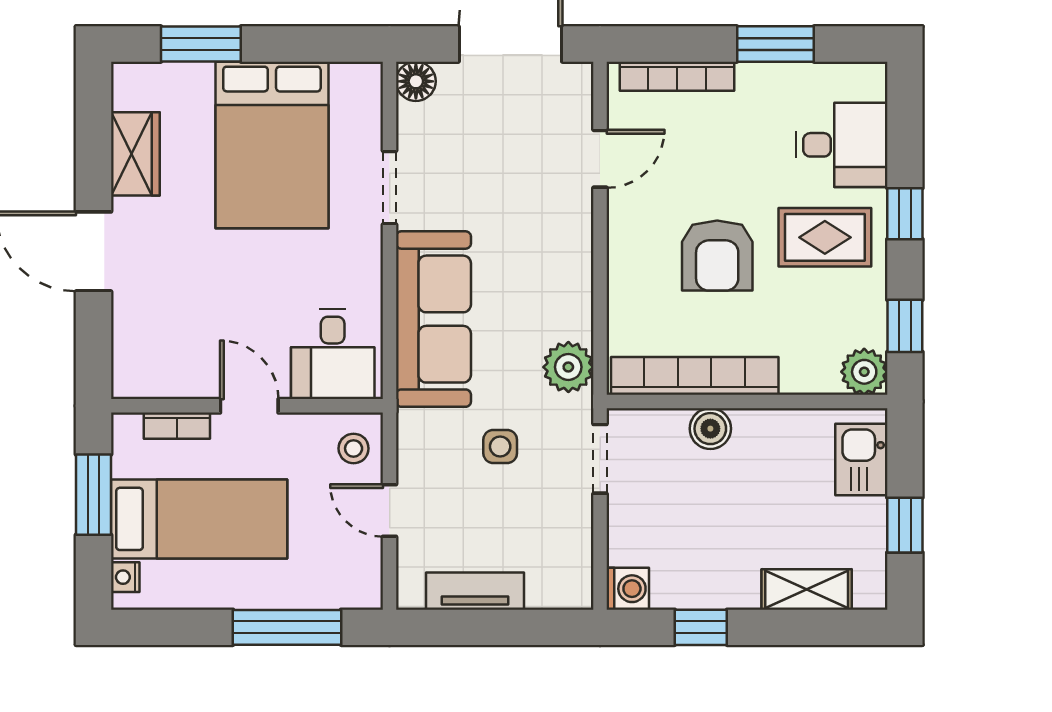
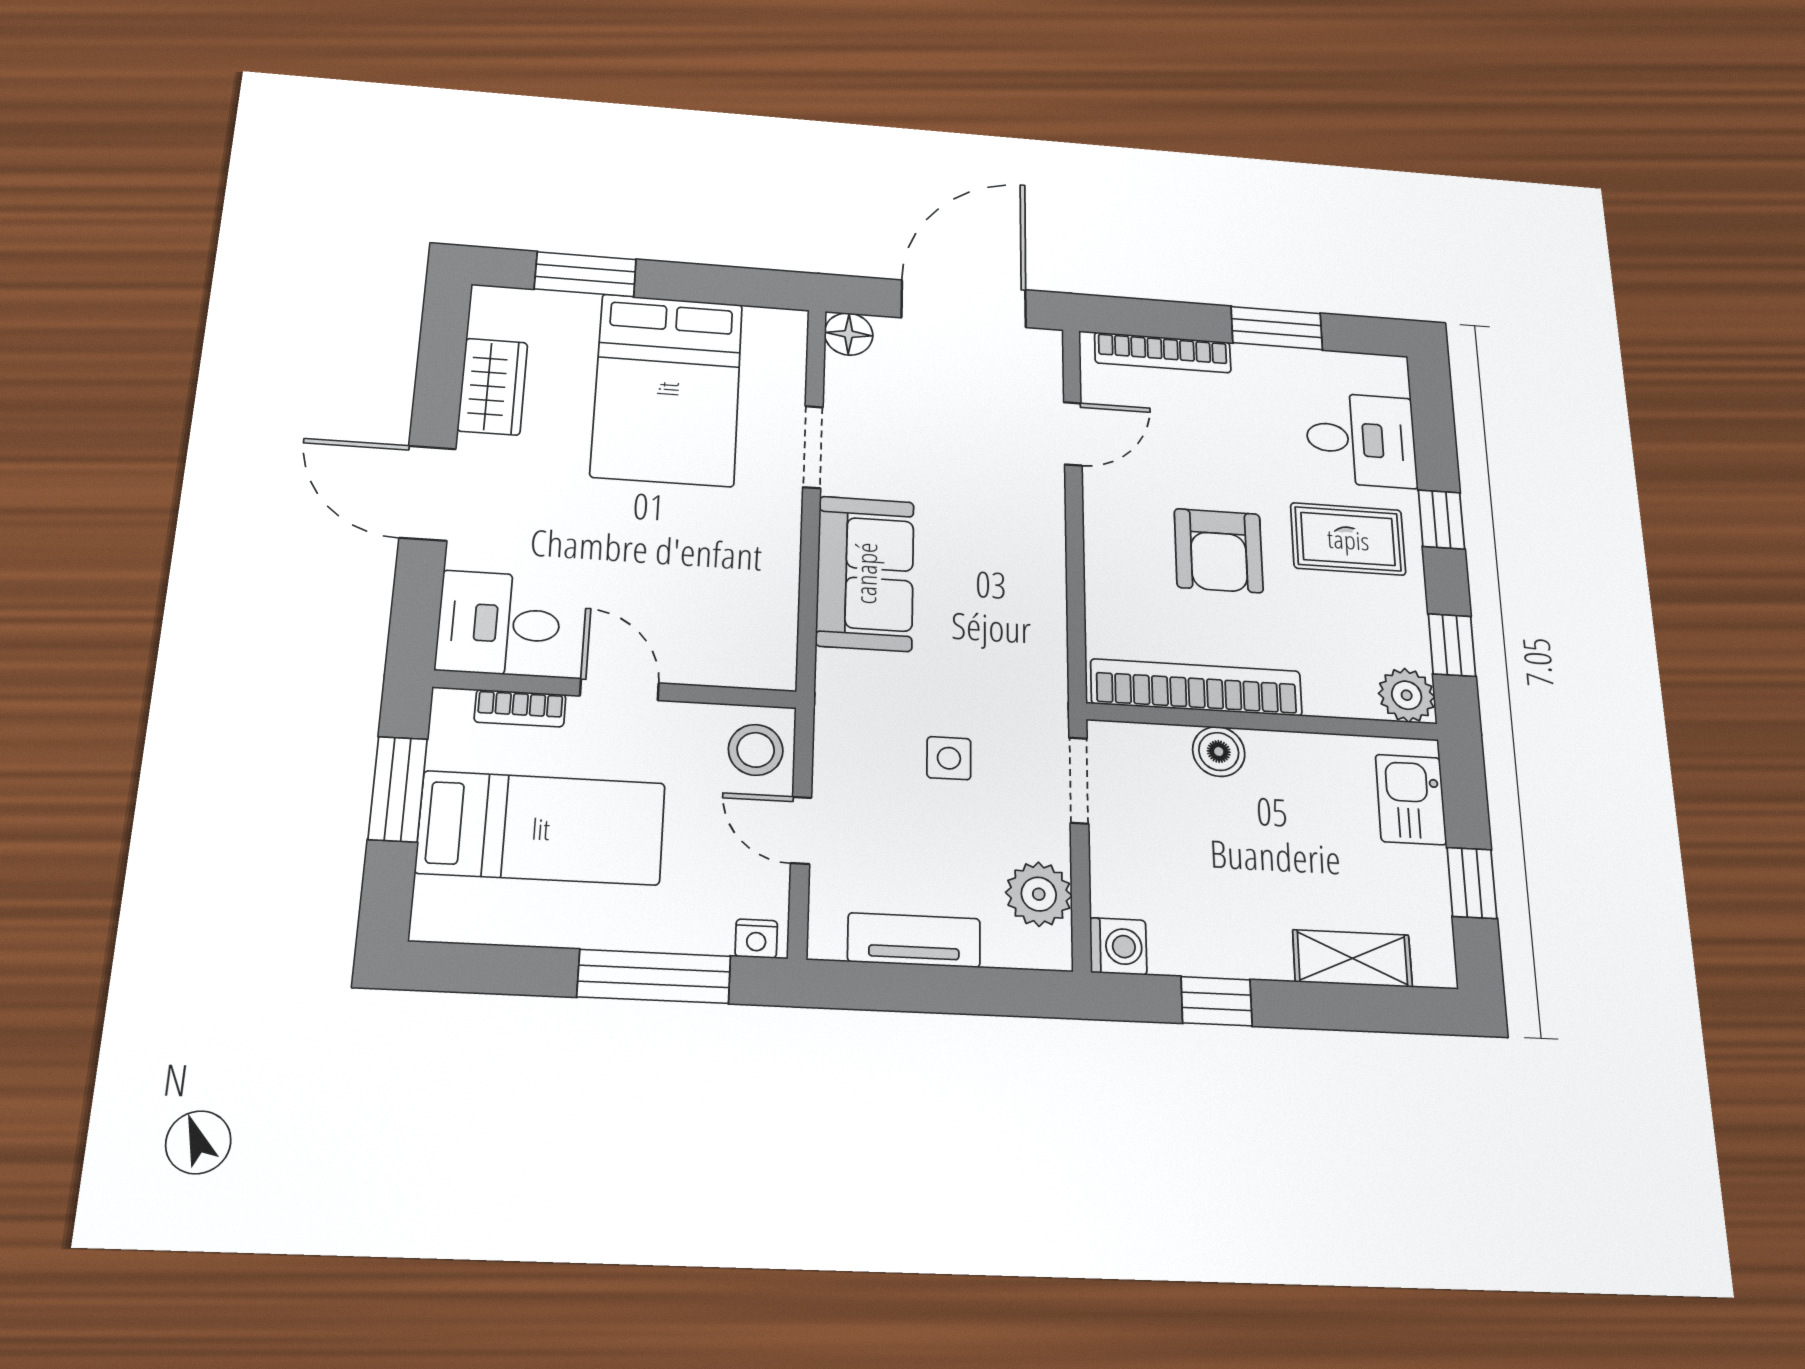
sofa: (433, 319) -> (865, 573), width x0.73
desk: (333, 354) -> (499, 624), moved, turned 90
plant: (568, 367) -> (1039, 894), moved
stool: (354, 448) -> (756, 750), width x1.37, depth x1.37
nightstand: (125, 577) -> (756, 939), moved, turned -90

